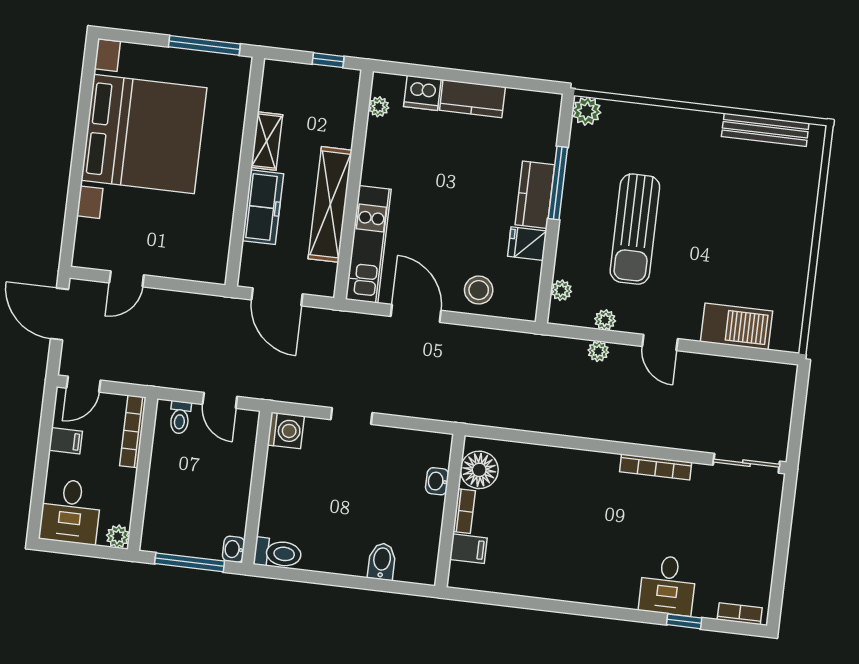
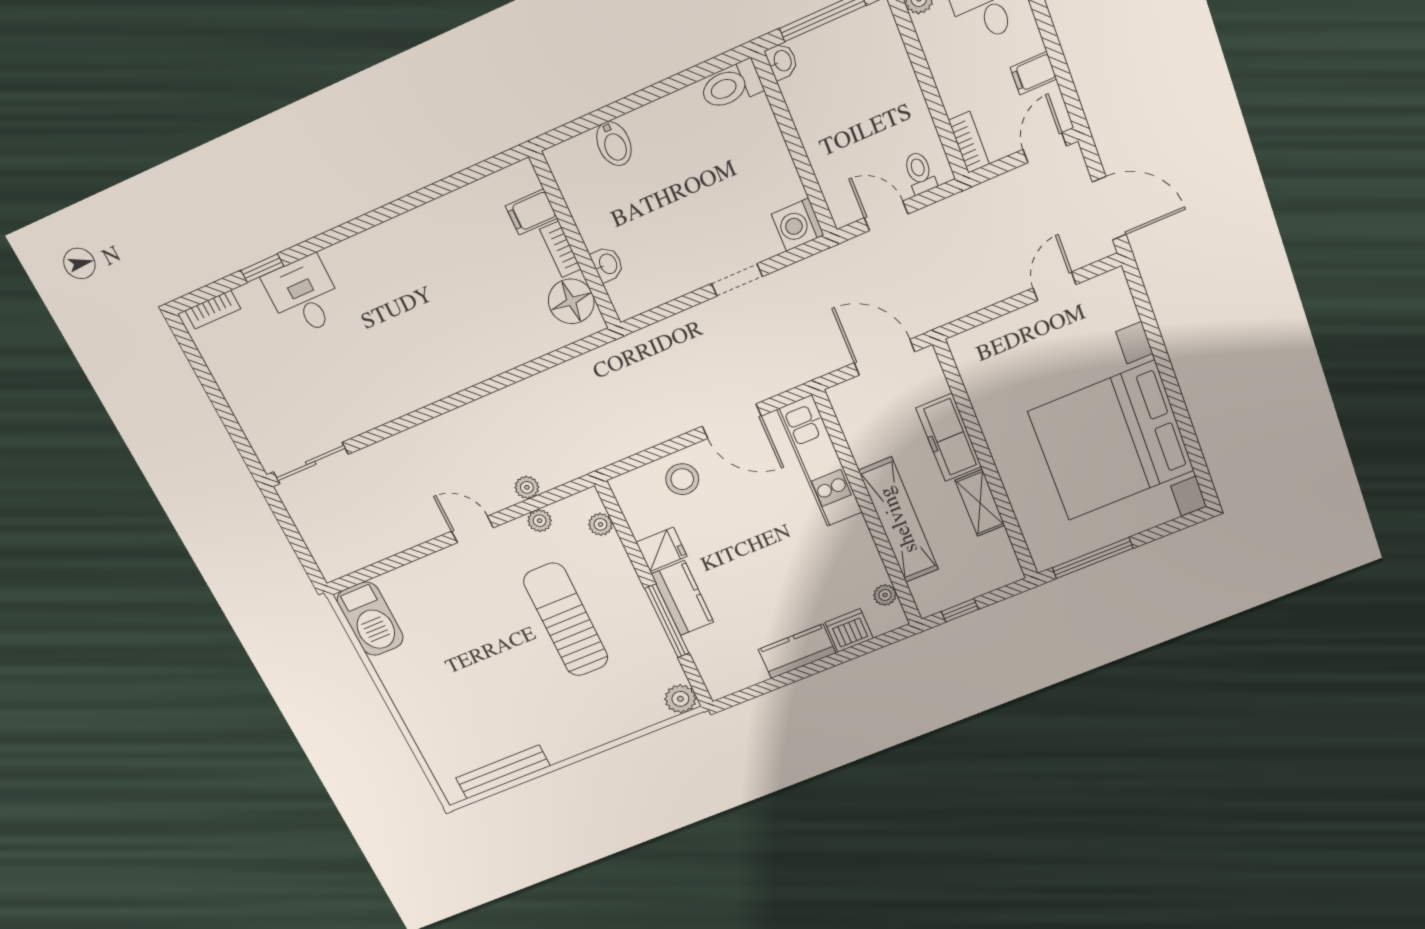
shelving: (330, 204) -> (899, 520), moved
barbecue: (736, 326) -> (370, 619), moved, turned -90
bookcase: (133, 431) -> (969, 142), width x0.64
bookcase: (656, 467) -> (396, 408), removed

